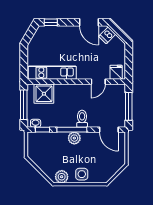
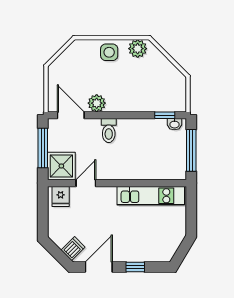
window: (51, 22) -> (135, 267), moved
door: (89, 22) -> (99, 267), hinge flipped
shower: (44, 94) -> (61, 166), moved
window: (72, 130) -> (123, 115), removed
plant: (74, 138) -> (97, 103), moved

